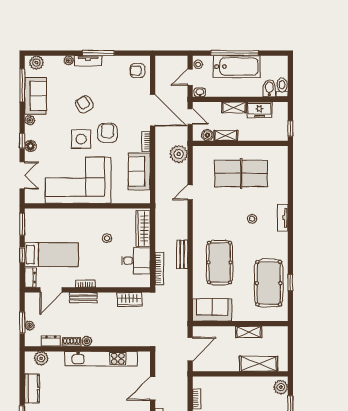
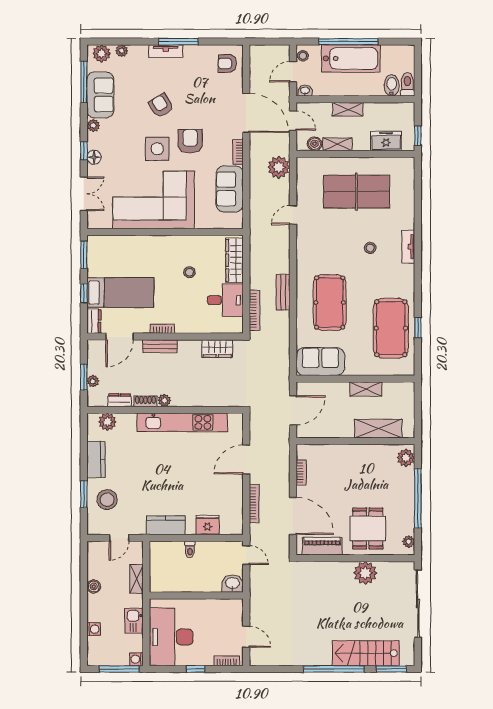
plant: (69, 60) -> (122, 51), moved
freezer: (259, 110) -> (386, 141), moved, turned 180

